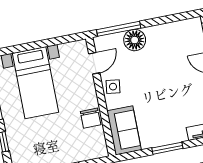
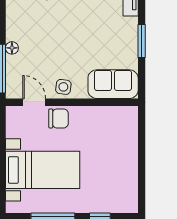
floor lamp: (135, 40) -> (12, 48), width x0.53, depth x0.53
chair: (91, 118) -> (58, 118), moved

